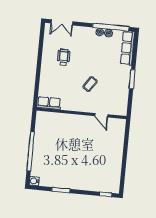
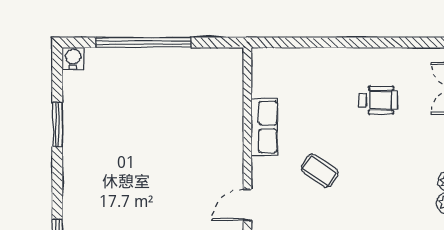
row of seats: (49, 103) -> (265, 127), moved

